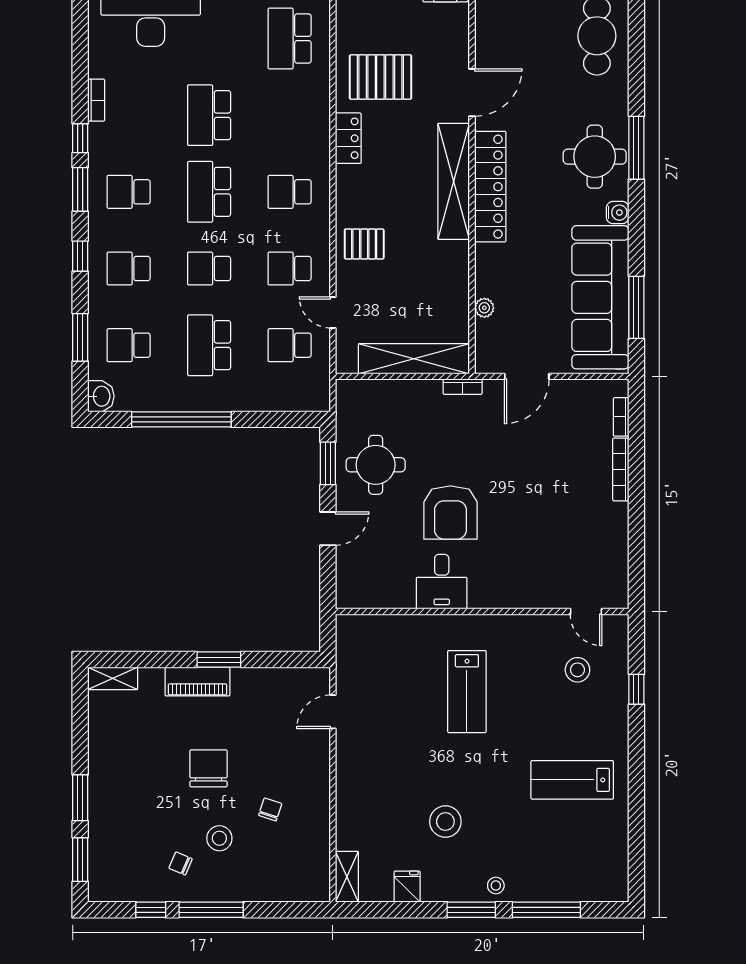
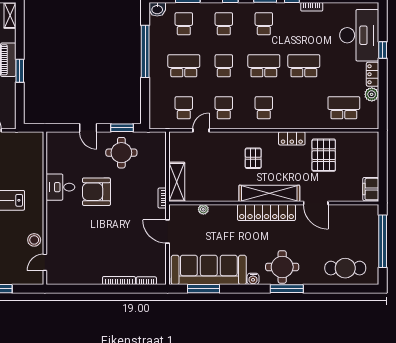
pallet: (364, 244) -> (253, 158), moved
shelving: (414, 359) -> (177, 182), width x0.68
stool: (577, 670) -> (34, 240), moved

